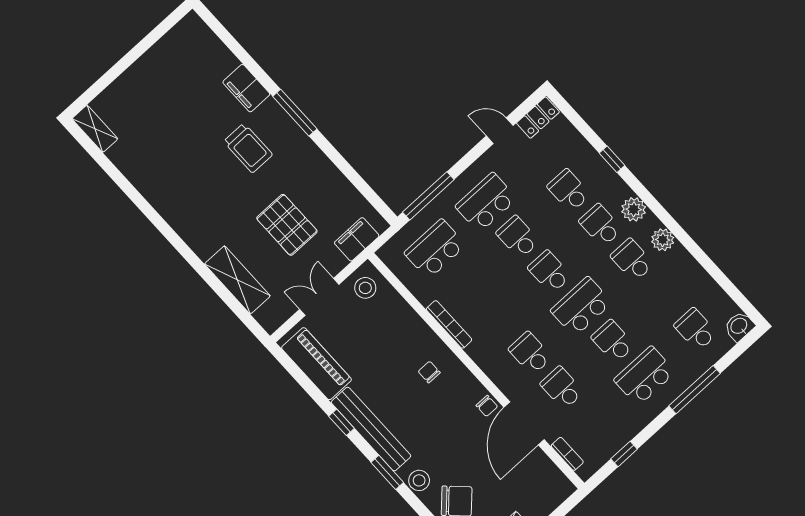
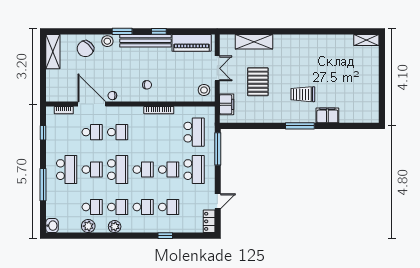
plant: (634, 209) -> (88, 226), moved
pallet: (287, 225) -> (258, 82), turned 90
school desk: (696, 329) -> (92, 207), moved

